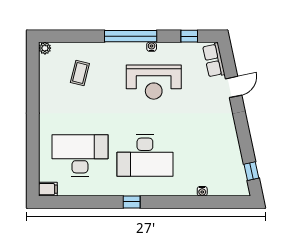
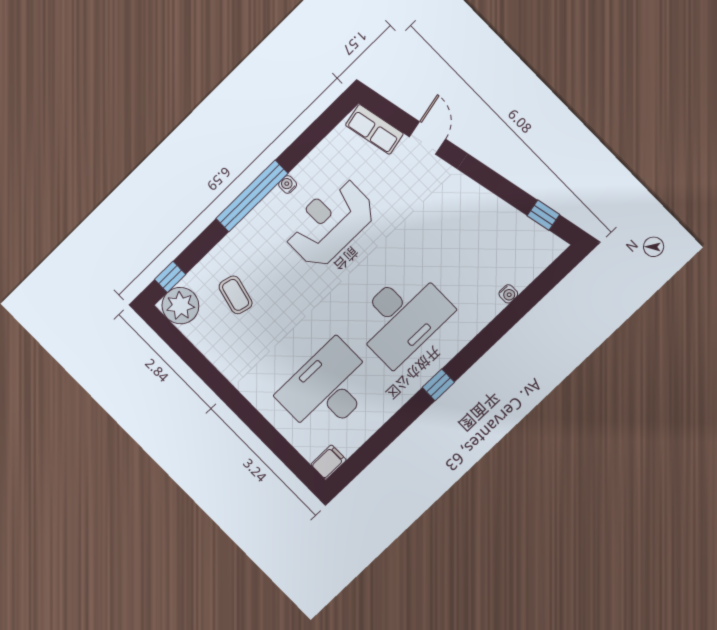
window: (189, 36) -> (170, 277), moved
plant: (45, 48) -> (180, 306), width x1.88, depth x1.88
reception desk: (154, 82) -> (330, 223), turned 180

